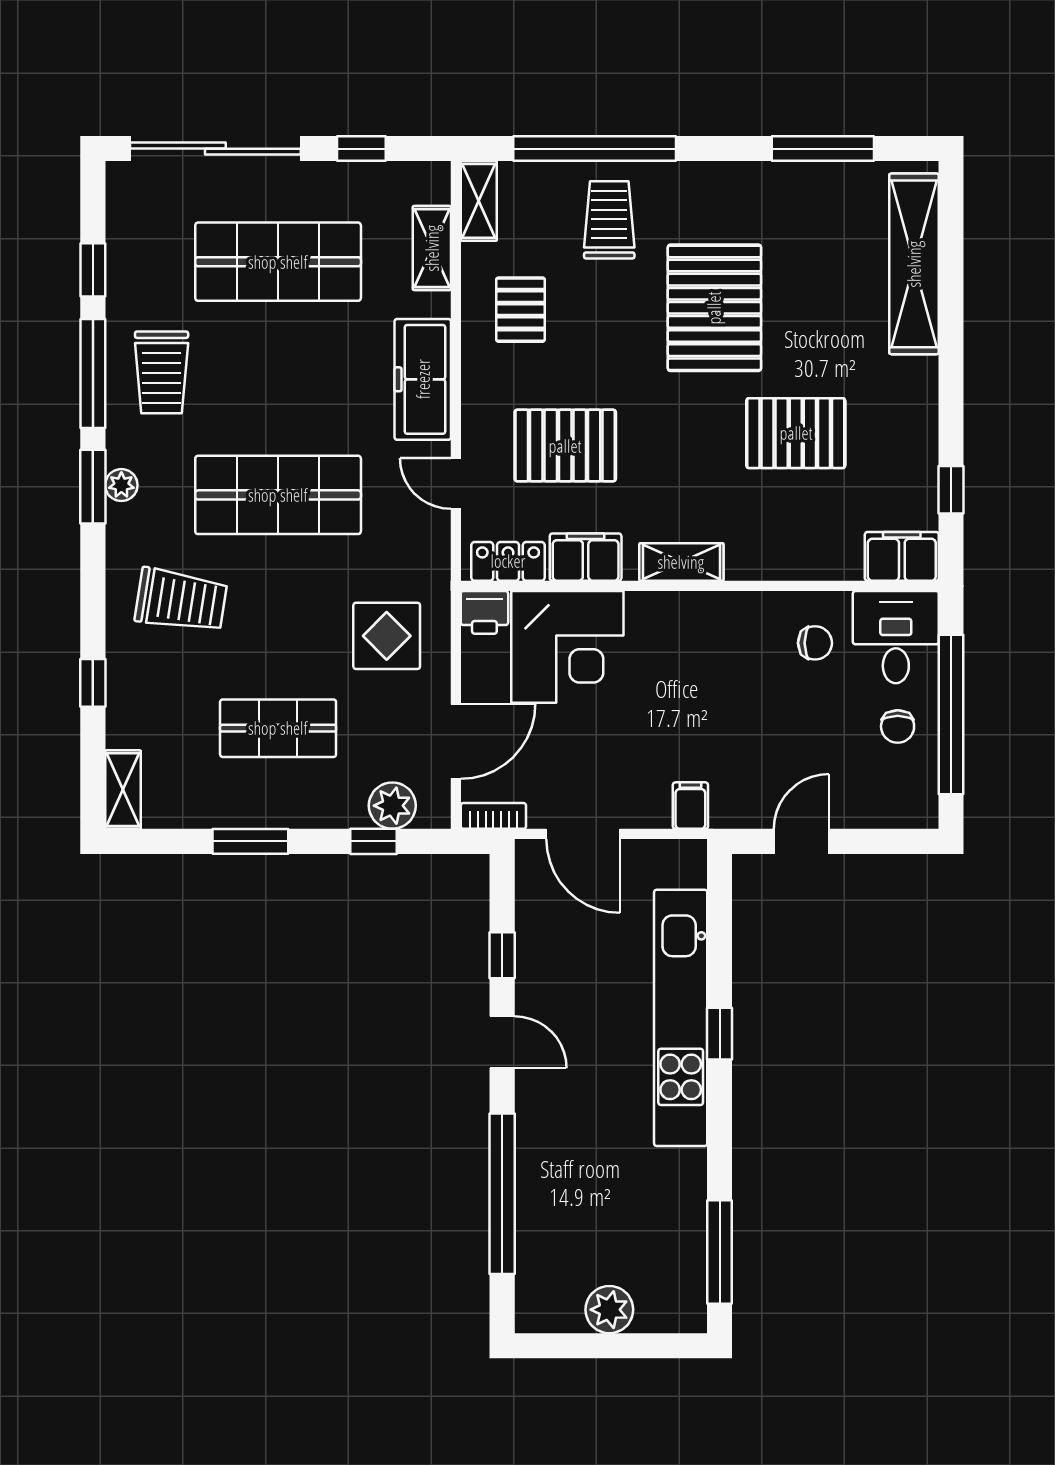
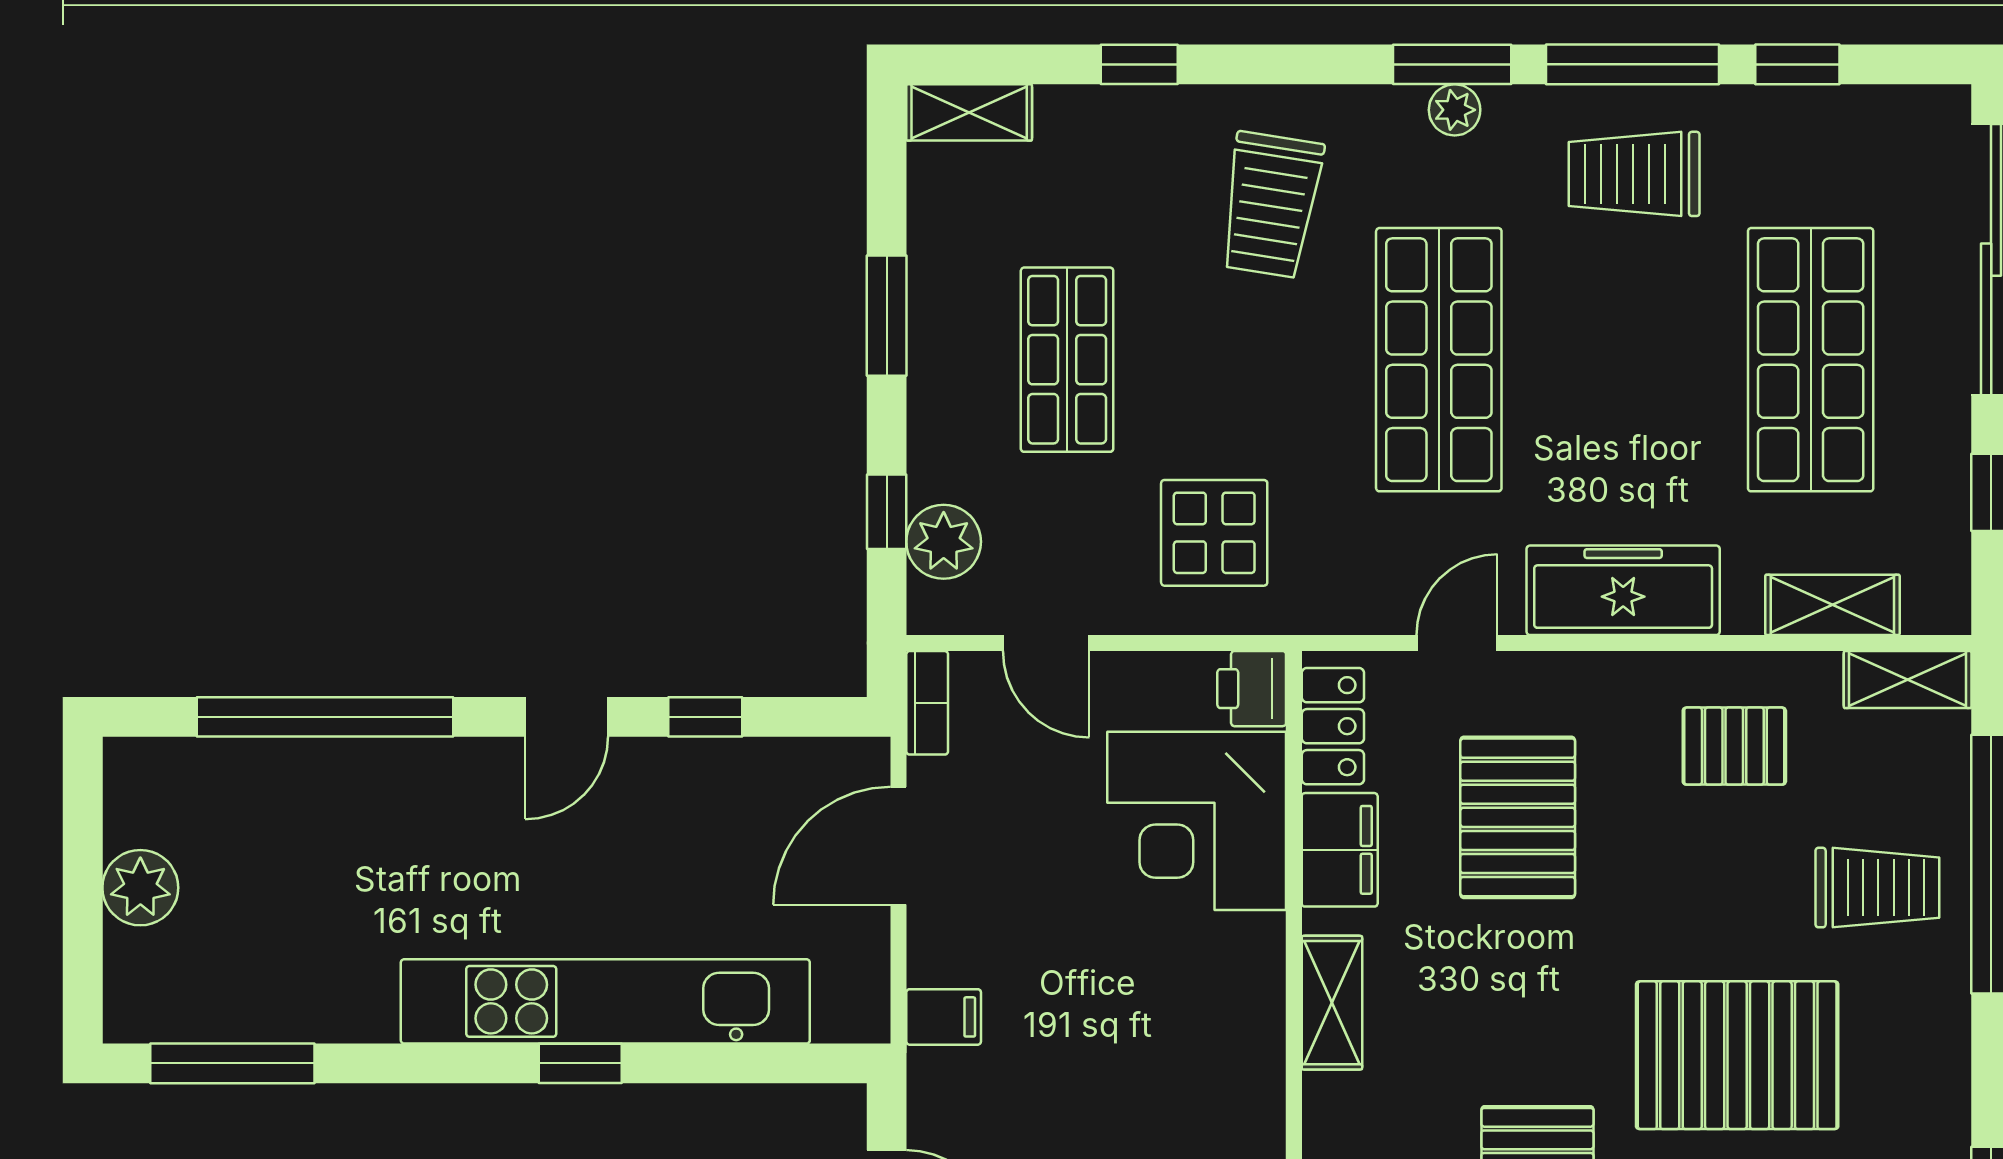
door: (456, 741) -> (1046, 643), width x0.73

